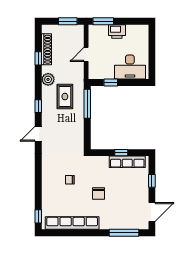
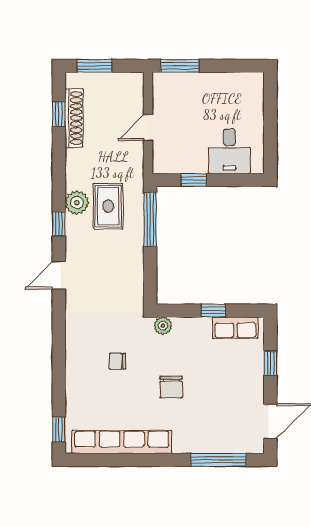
window: (68, 21) -> (95, 66), moved
printer: (117, 31) -> (205, 85), removed
window: (38, 58) -> (59, 114), moved
desk: (130, 67) -> (229, 151), width x0.73
plant: (48, 79) -> (77, 203), moved
plant: (94, 161) -> (163, 326), added
row of seats: (127, 162) -> (235, 328), width x0.68

